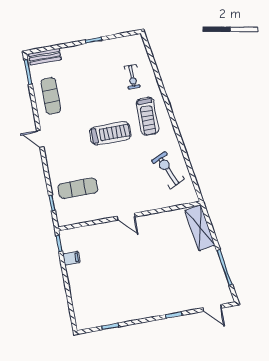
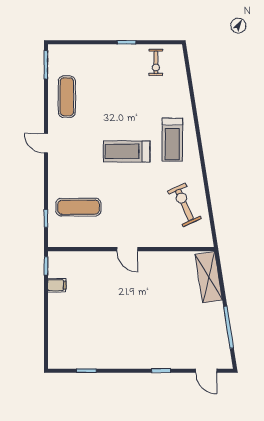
bench: (45, 57) -> (68, 51), removed
exercise bike: (132, 77) -> (156, 62), moved
treadmill: (110, 133) -> (127, 151), turned 180

